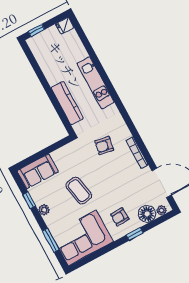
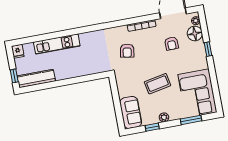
kitchen unit: (96, 83) -> (57, 44), moved
kitchen counter: (67, 103) -> (36, 78), moved
armchair: (120, 217) -> (171, 44), moved

